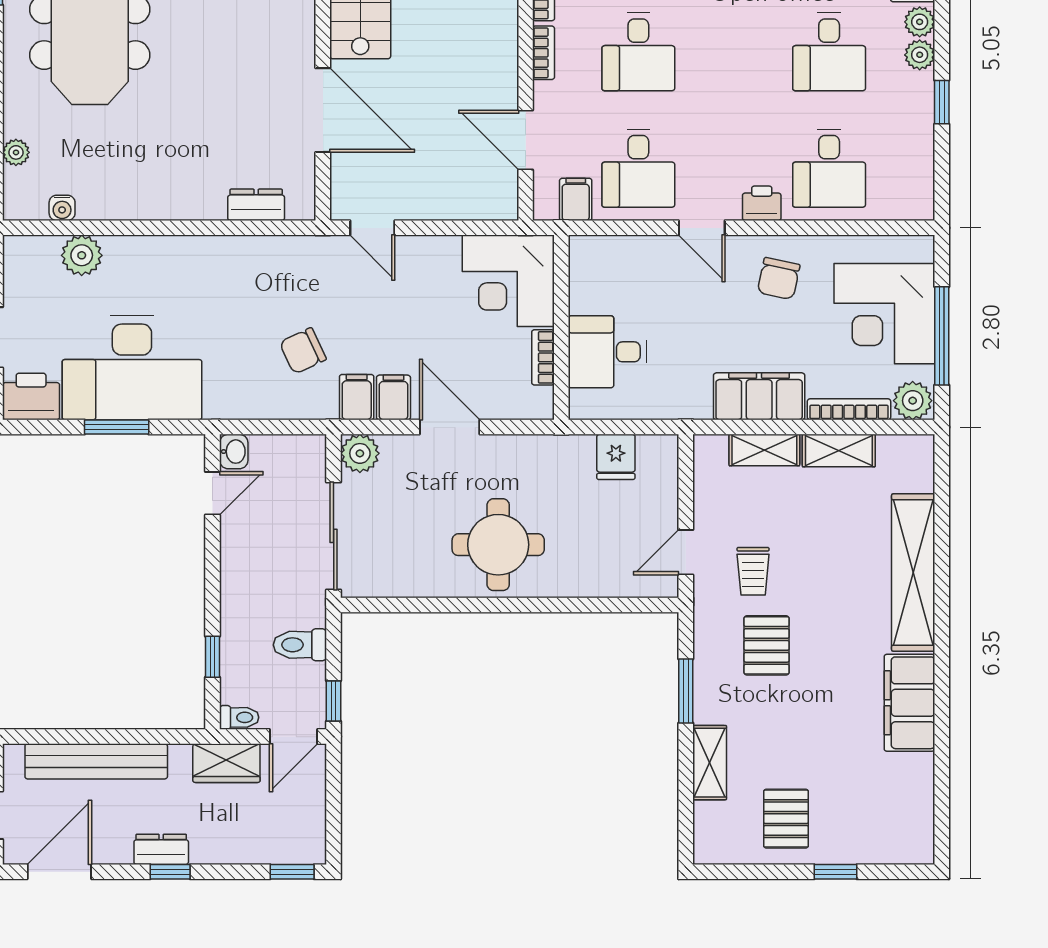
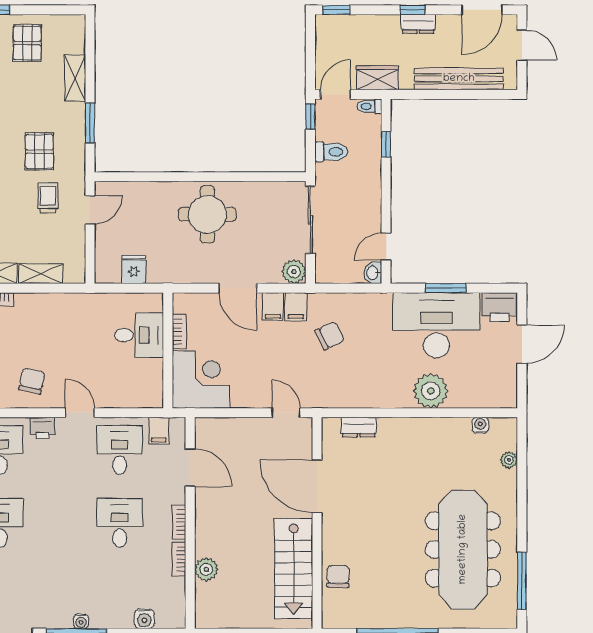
plant: (82, 255) -> (431, 391), moved, width x1.36, depth x1.36
filing cabinet: (759, 396) -> (44, 307), removed

